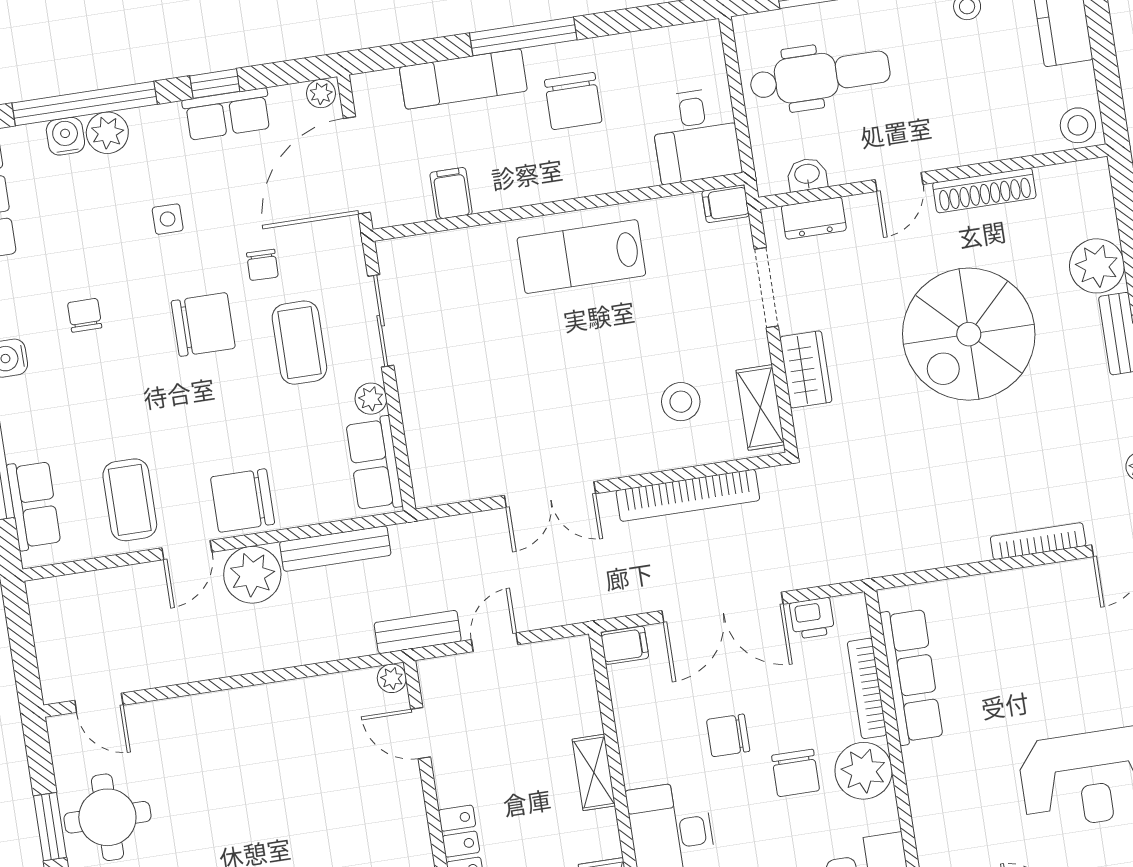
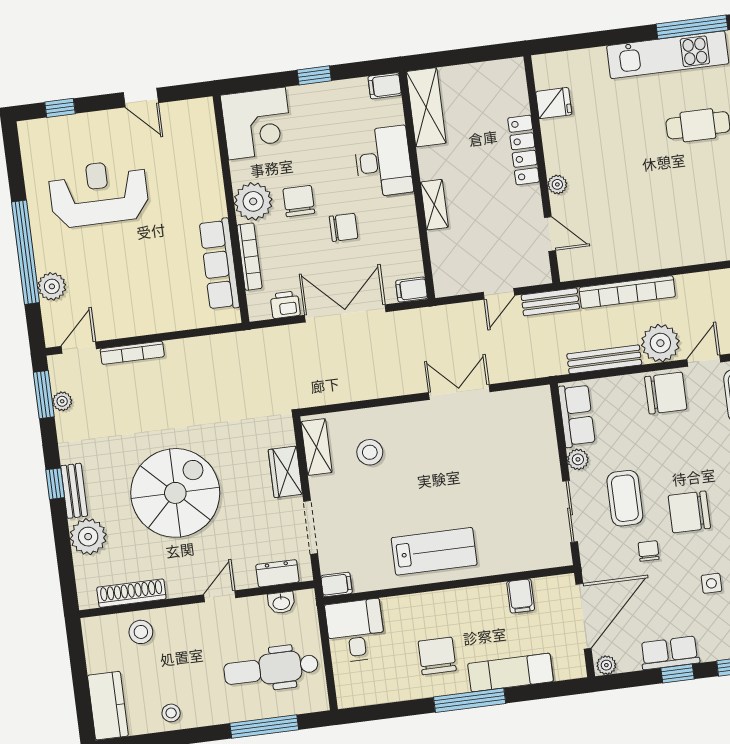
stool: (1078, 125) -> (141, 632), moved
shoe rack: (984, 190) -> (131, 593), moved
bookcase: (688, 495) -> (627, 292), moved, turned 180
plant: (392, 678) -> (557, 184), moved

